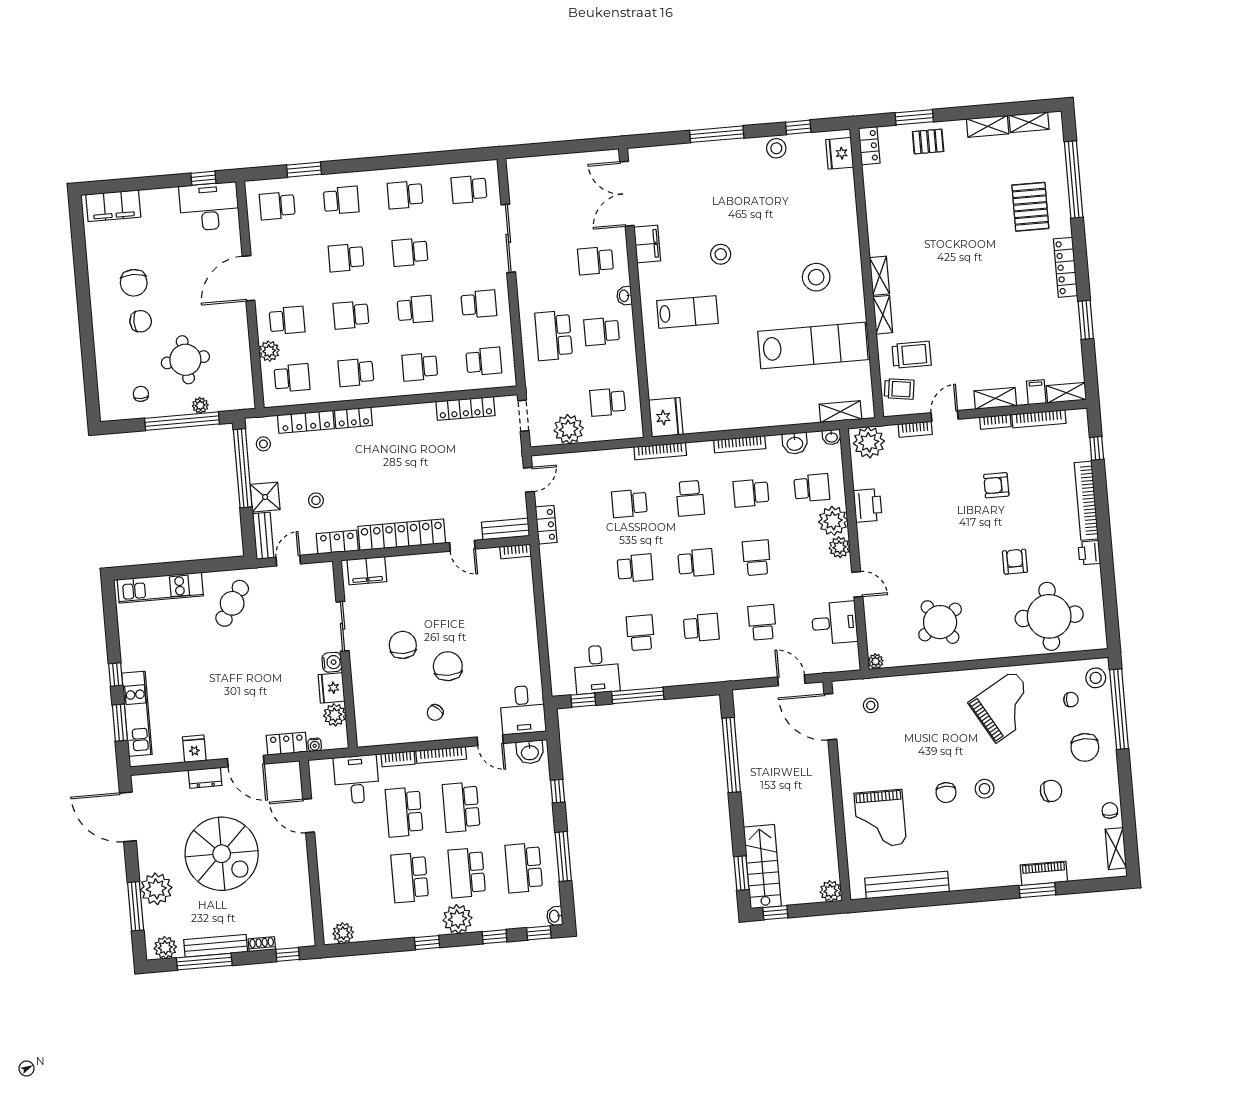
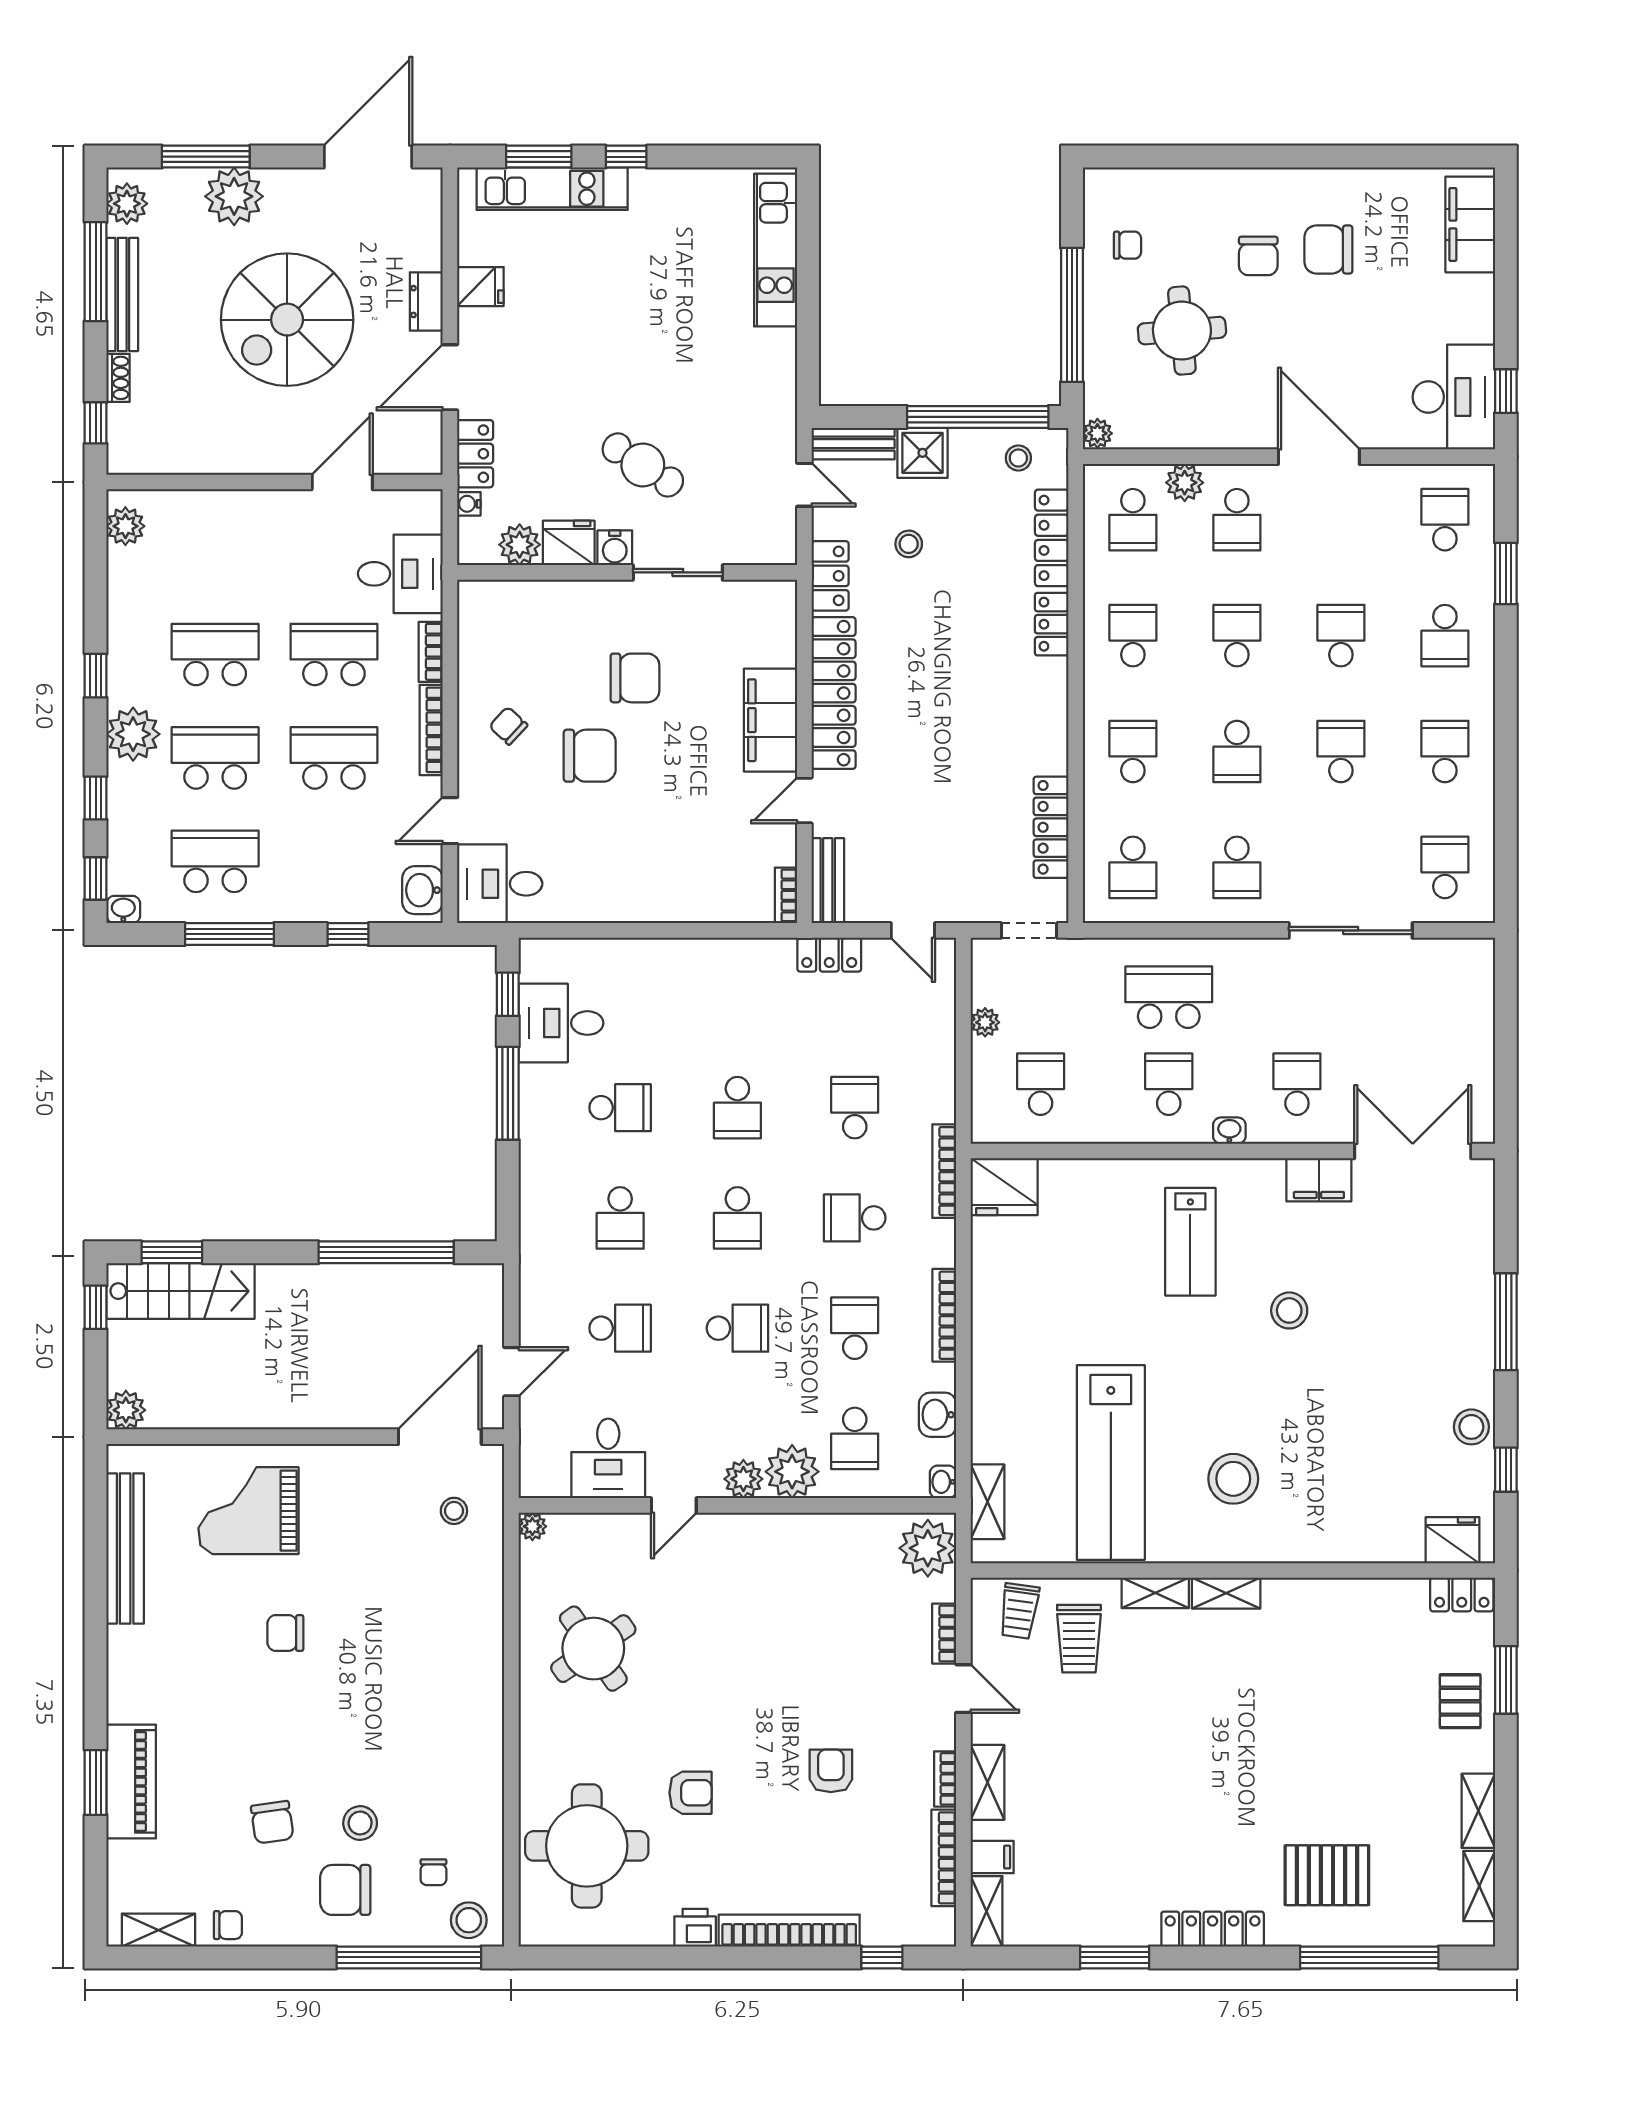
plant: (200, 405) -> (1097, 433), moved
plant: (569, 429) -> (985, 1022), width x0.53, depth x0.53
printer: (868, 505) -> (814, 1536), removed
filing cabinet: (367, 571) -> (770, 720), moved, width x1.50, depth x1.17
cafe table: (232, 603) -> (643, 465), moved
grand piano: (1005, 707) -> (431, 1753), removed
stool: (985, 789) -> (360, 1823), moved
piano: (1044, 873) -> (131, 1781), width x1.37, depth x1.33

